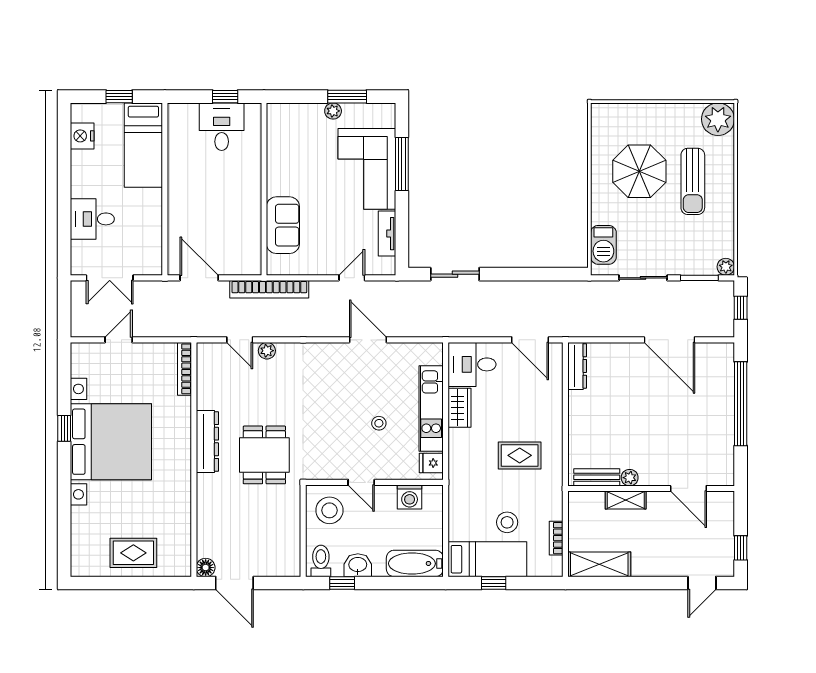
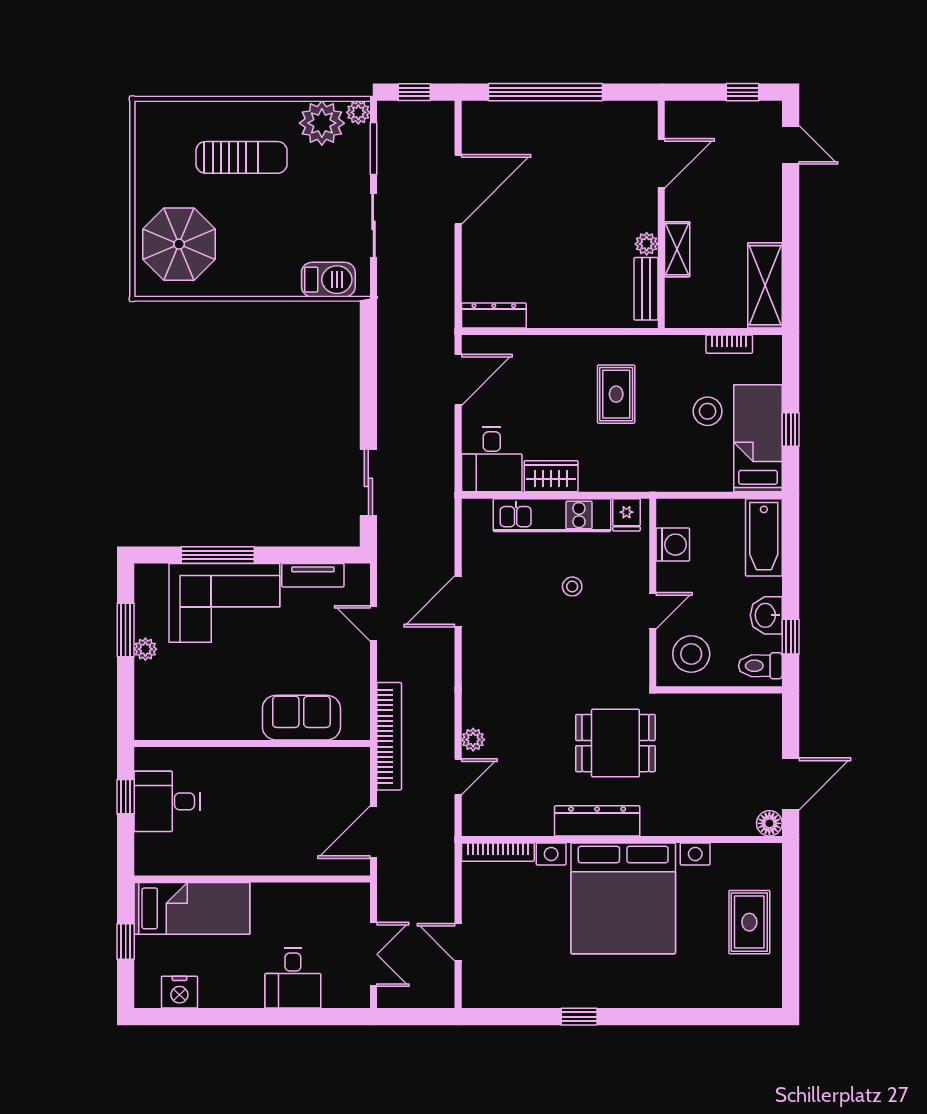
plant: (718, 119) -> (322, 123), moved
parasol: (639, 171) -> (179, 244), moved
bed with nightstands: (111, 442) -> (623, 898), moved, turned 180

